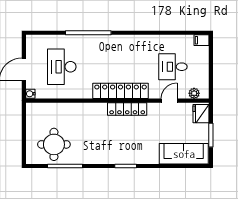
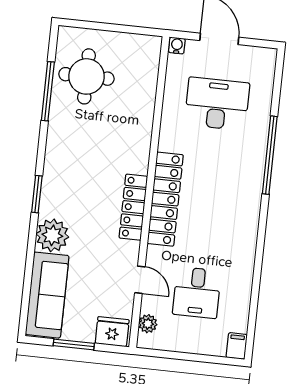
desk: (173, 67) -> (197, 293), turned 180
plant: (149, 154) -> (52, 235), added

